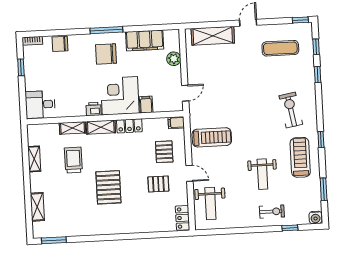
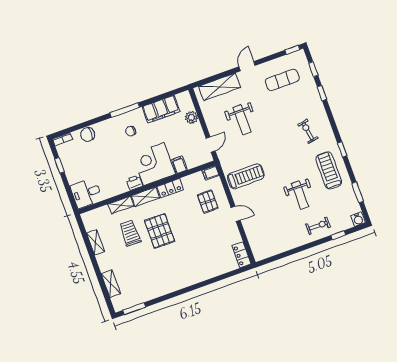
chair: (106, 54) -> (131, 131), width x0.54, depth x0.54
exercise bike: (291, 110) -> (308, 131), width x0.73, depth x0.72
pallet: (158, 184) -> (211, 231), removed
pallet: (108, 187) -> (159, 231), moved
weight bench: (210, 203) -> (242, 120), moved

